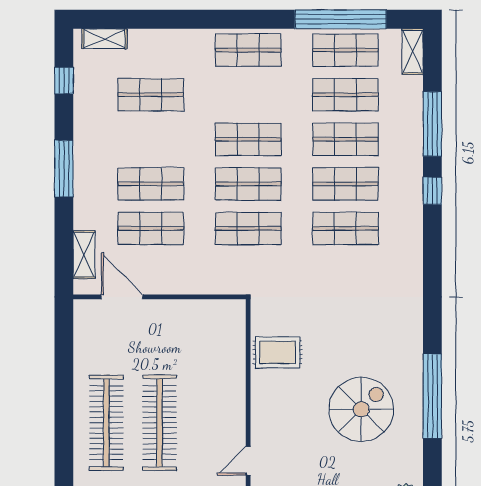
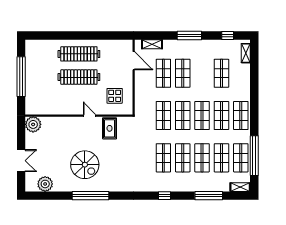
shop shelf: (248, 95) -> (221, 116), added
window: (432, 191) -> (164, 196), moved
door: (122, 297) -> (134, 61), hinge flipped
display table: (203, 341) -> (115, 96), added
door: (248, 461) -> (89, 116), moved

